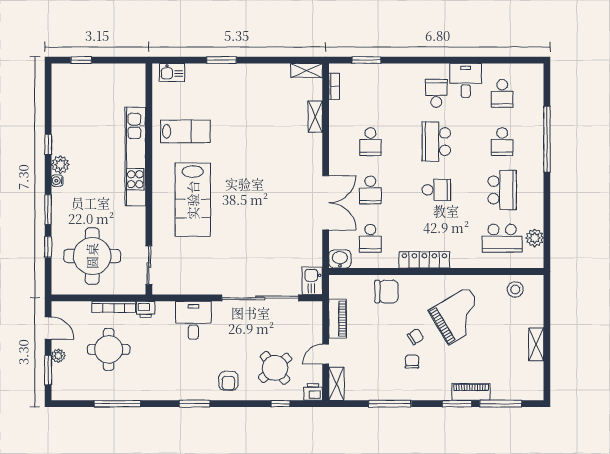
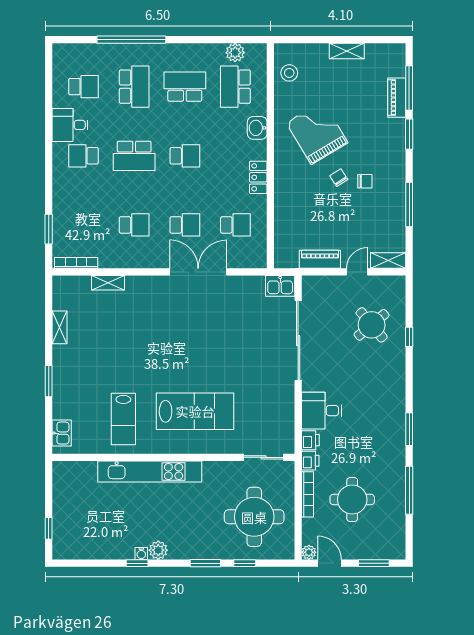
shelving: (307, 70) -> (59, 327), moved
bookcase: (334, 86) -> (76, 263), width x1.56
lab bench: (185, 131) -> (123, 419), turned 180
school desk: (502, 142) -> (134, 87), width x1.85
water cooler: (57, 181) -> (141, 553), moved
school desk: (436, 190) -> (185, 156), turned 90
school desk: (502, 238) -> (235, 87), turned 180
washbasin: (340, 259) -> (257, 128), moved
locker: (424, 260) -> (258, 177), width x0.66
chair: (387, 292) -> (291, 208), removed
door: (48, 328) -> (330, 563), hinge flipped
door: (326, 354) -> (357, 272), swing flipped
plant: (58, 356) -> (309, 552), moved
chair: (412, 362) -> (365, 181), turned 180
armchair: (228, 381) -> (385, 374), removed
printer: (313, 392) -> (310, 440), moved, turned 180
piano: (471, 392) -> (397, 98), moved
window: (194, 404) -> (409, 429), moved
window: (281, 404) -> (409, 337), moved

